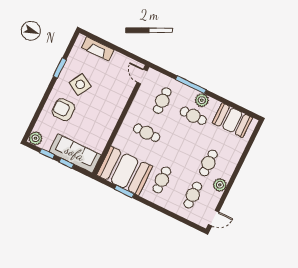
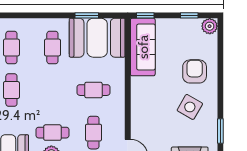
window: (60, 68) -> (220, 131), moved
armchair: (63, 110) -> (195, 71), turned -90
sofa: (75, 153) -> (143, 47), moved, turned -90
window: (66, 163) -> (145, 15), moved

